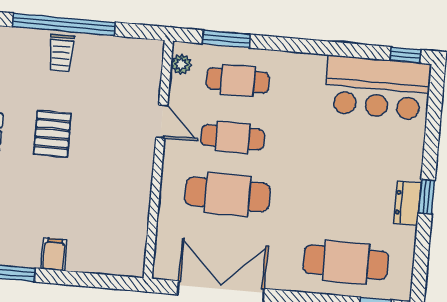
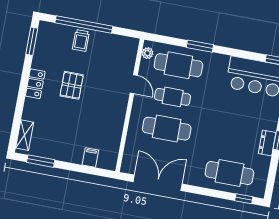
window: (226, 39) -> (200, 46), moved
cafe table: (238, 80) -> (178, 65), width x1.37, depth x1.35
filing cabinet: (54, 254) -> (90, 158), moved

